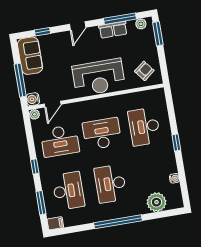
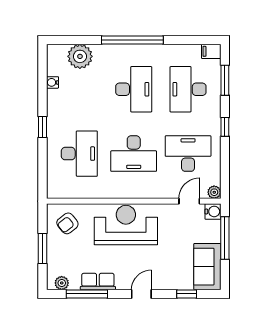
window: (158, 34) -> (43, 248), moved

